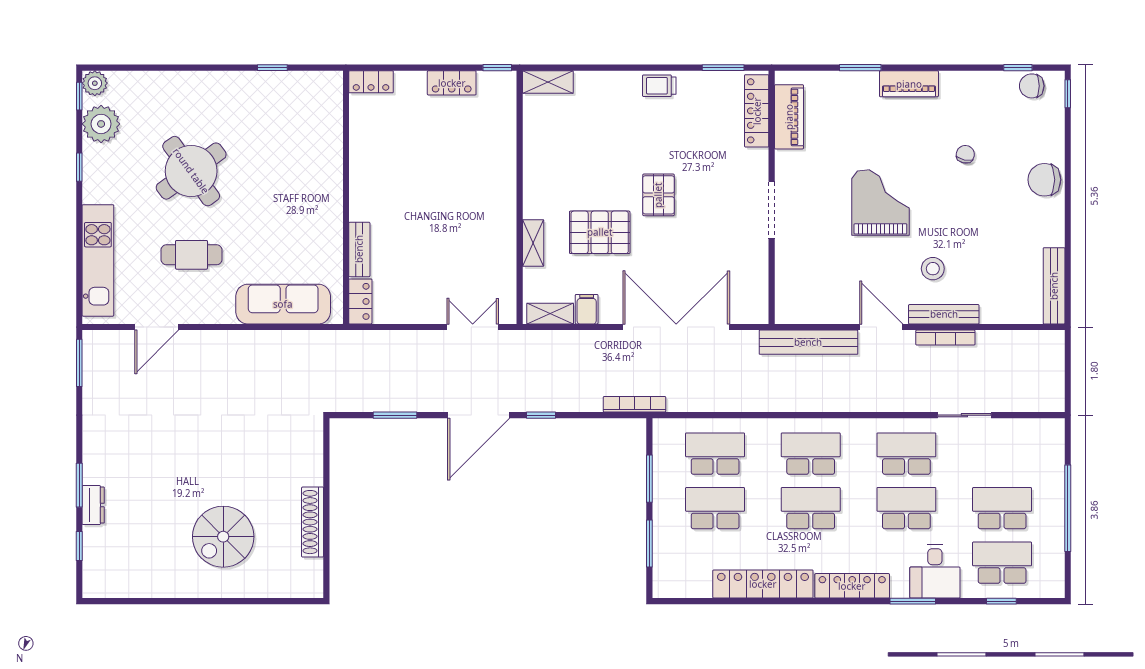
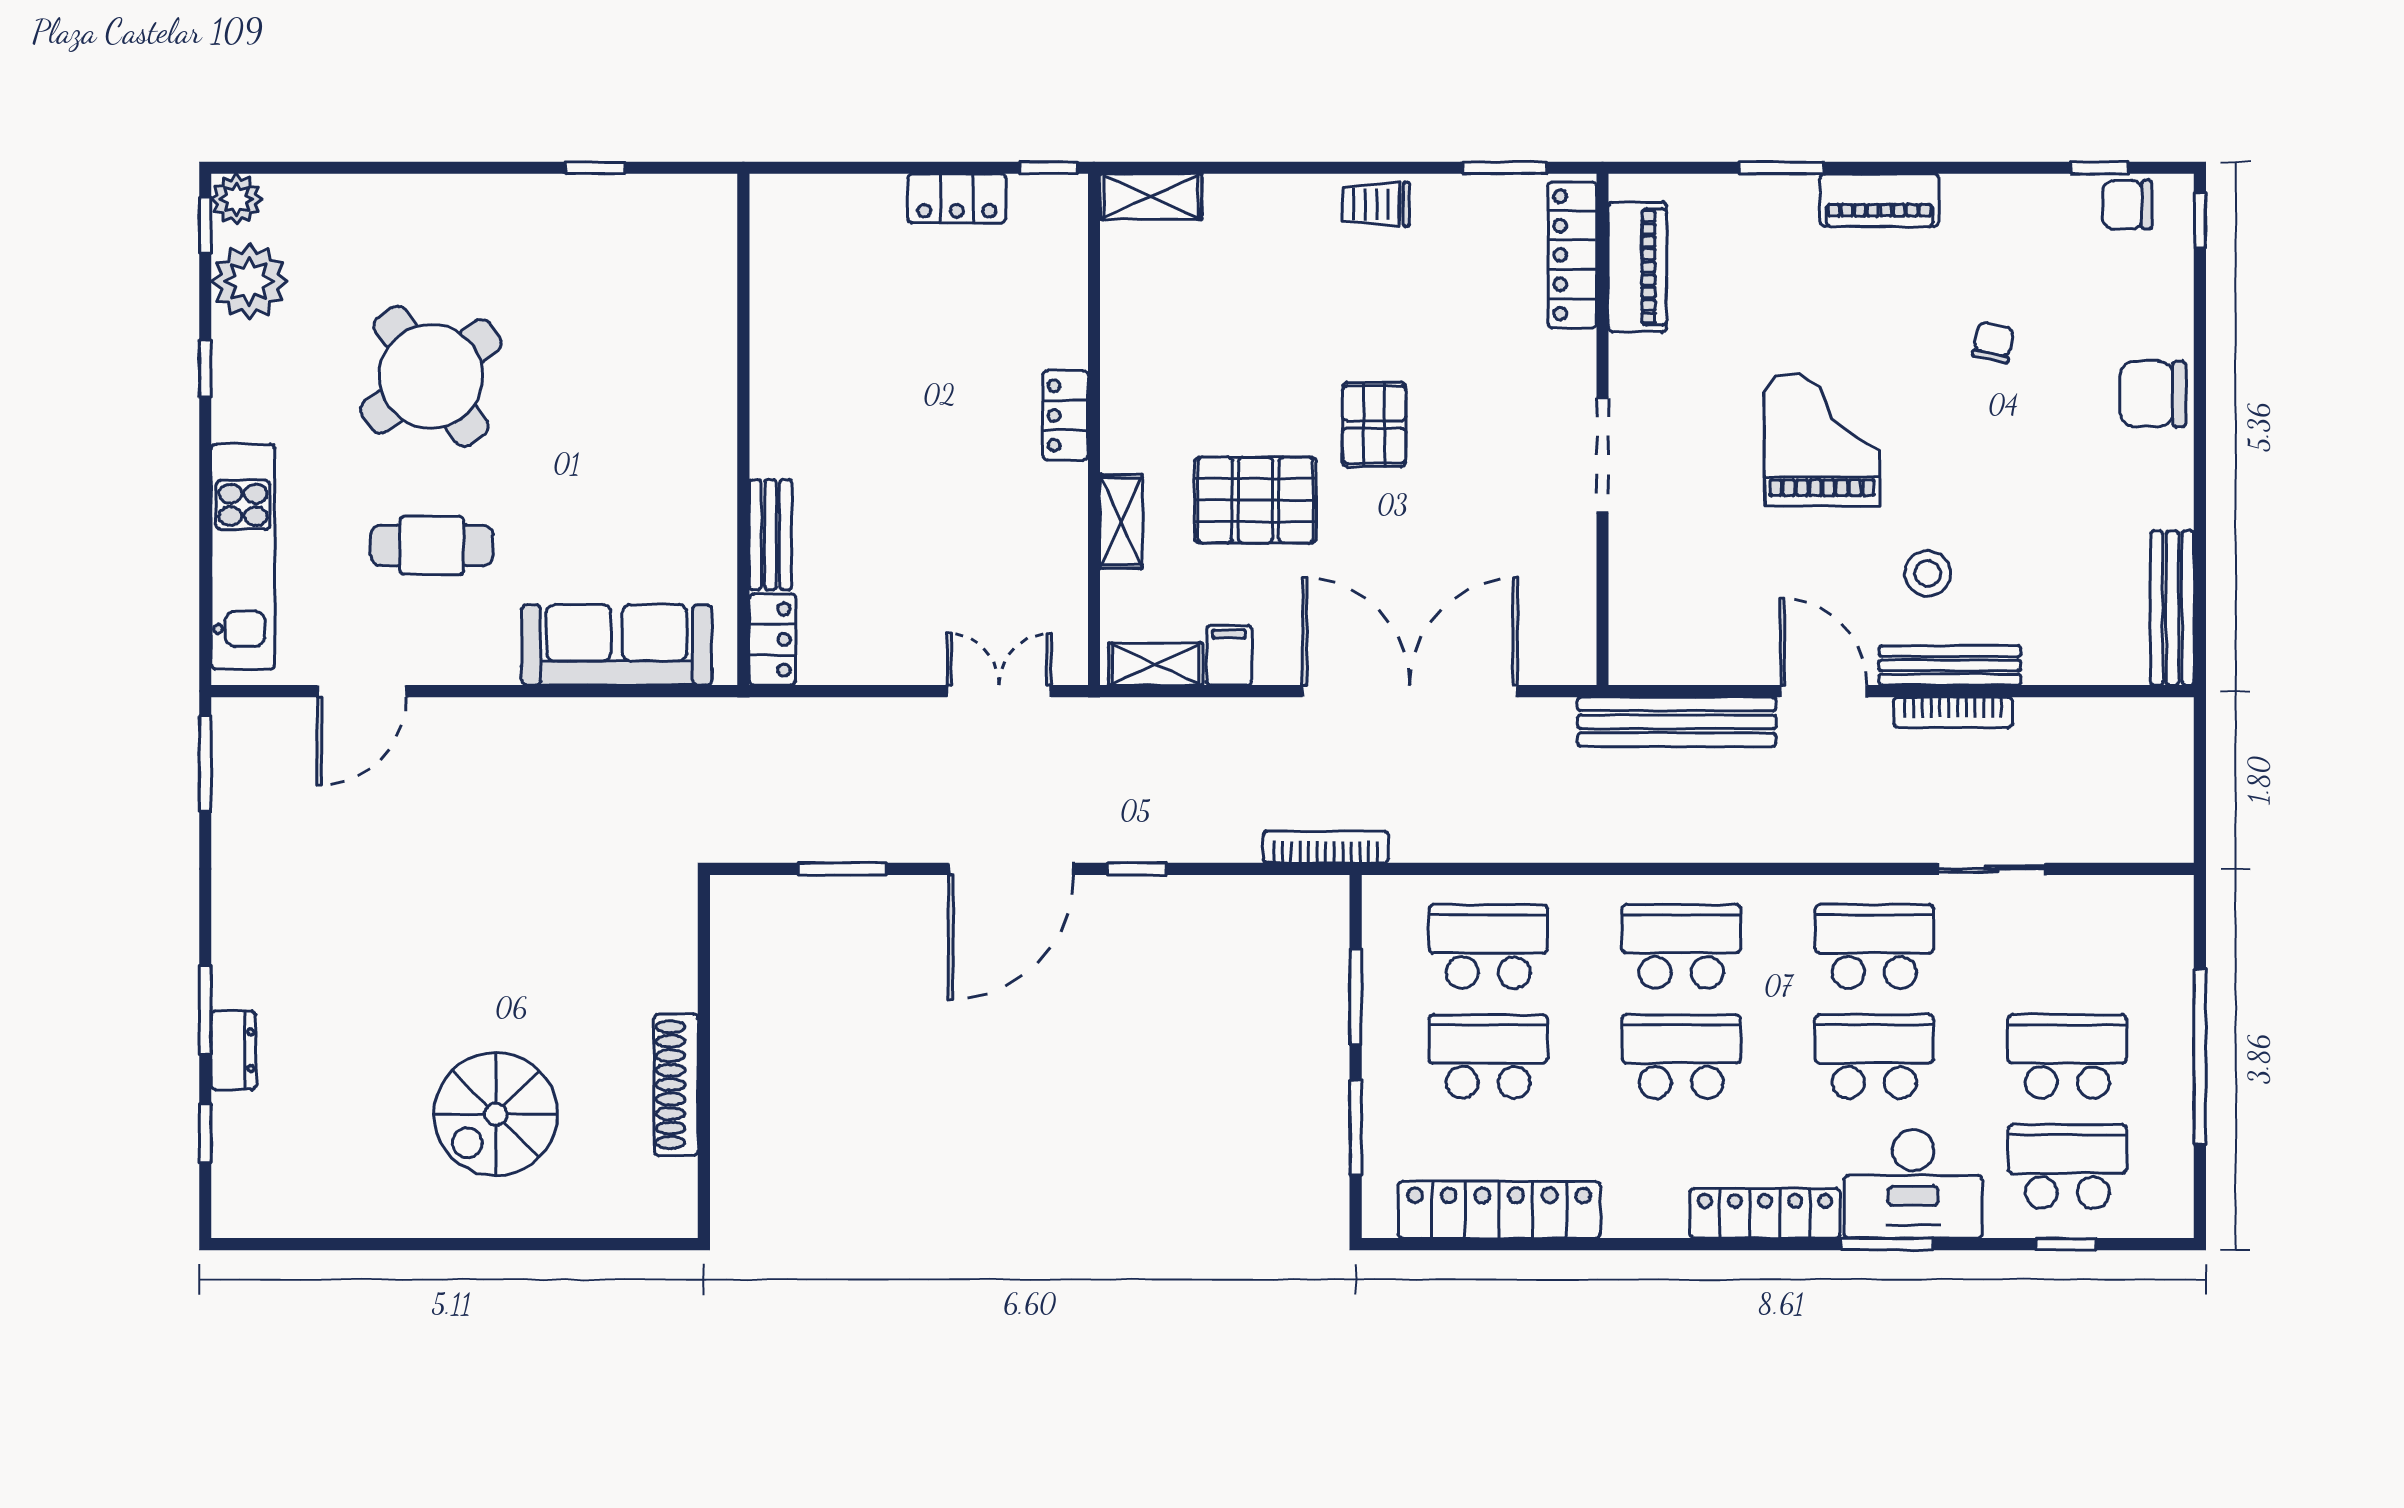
locker: (371, 82) -> (1065, 415), moved, turned 90
desk: (935, 571) -> (1913, 1184), width x1.37
locker: (763, 584) -> (1499, 1210), moved

